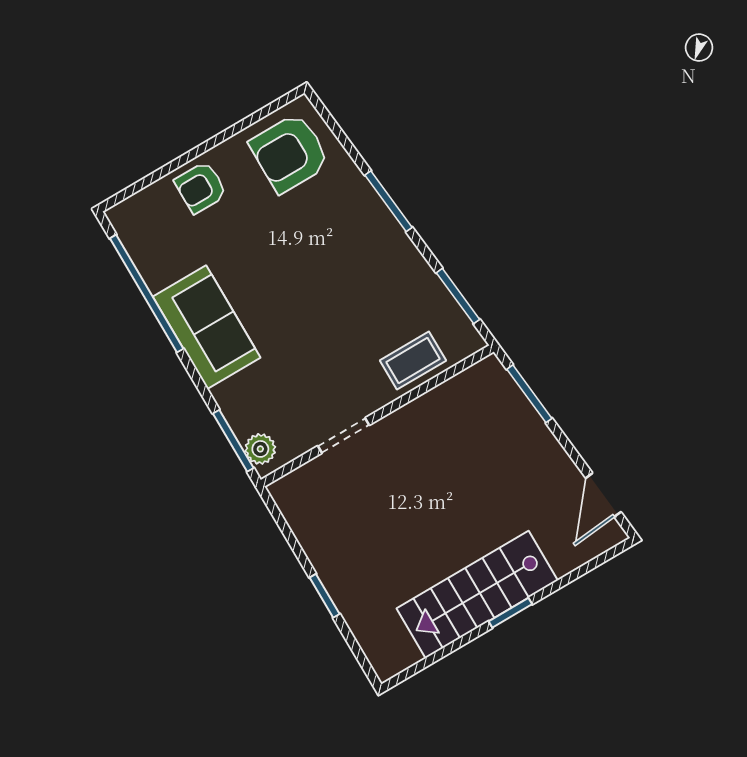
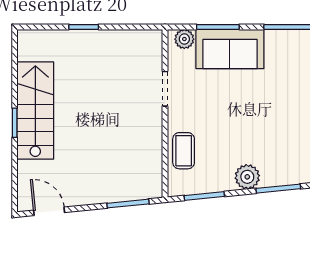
plant: (397, 253) -> (247, 177), added
sofa: (207, 327) -> (230, 49), moved
window: (233, 441) -> (218, 27), moved

